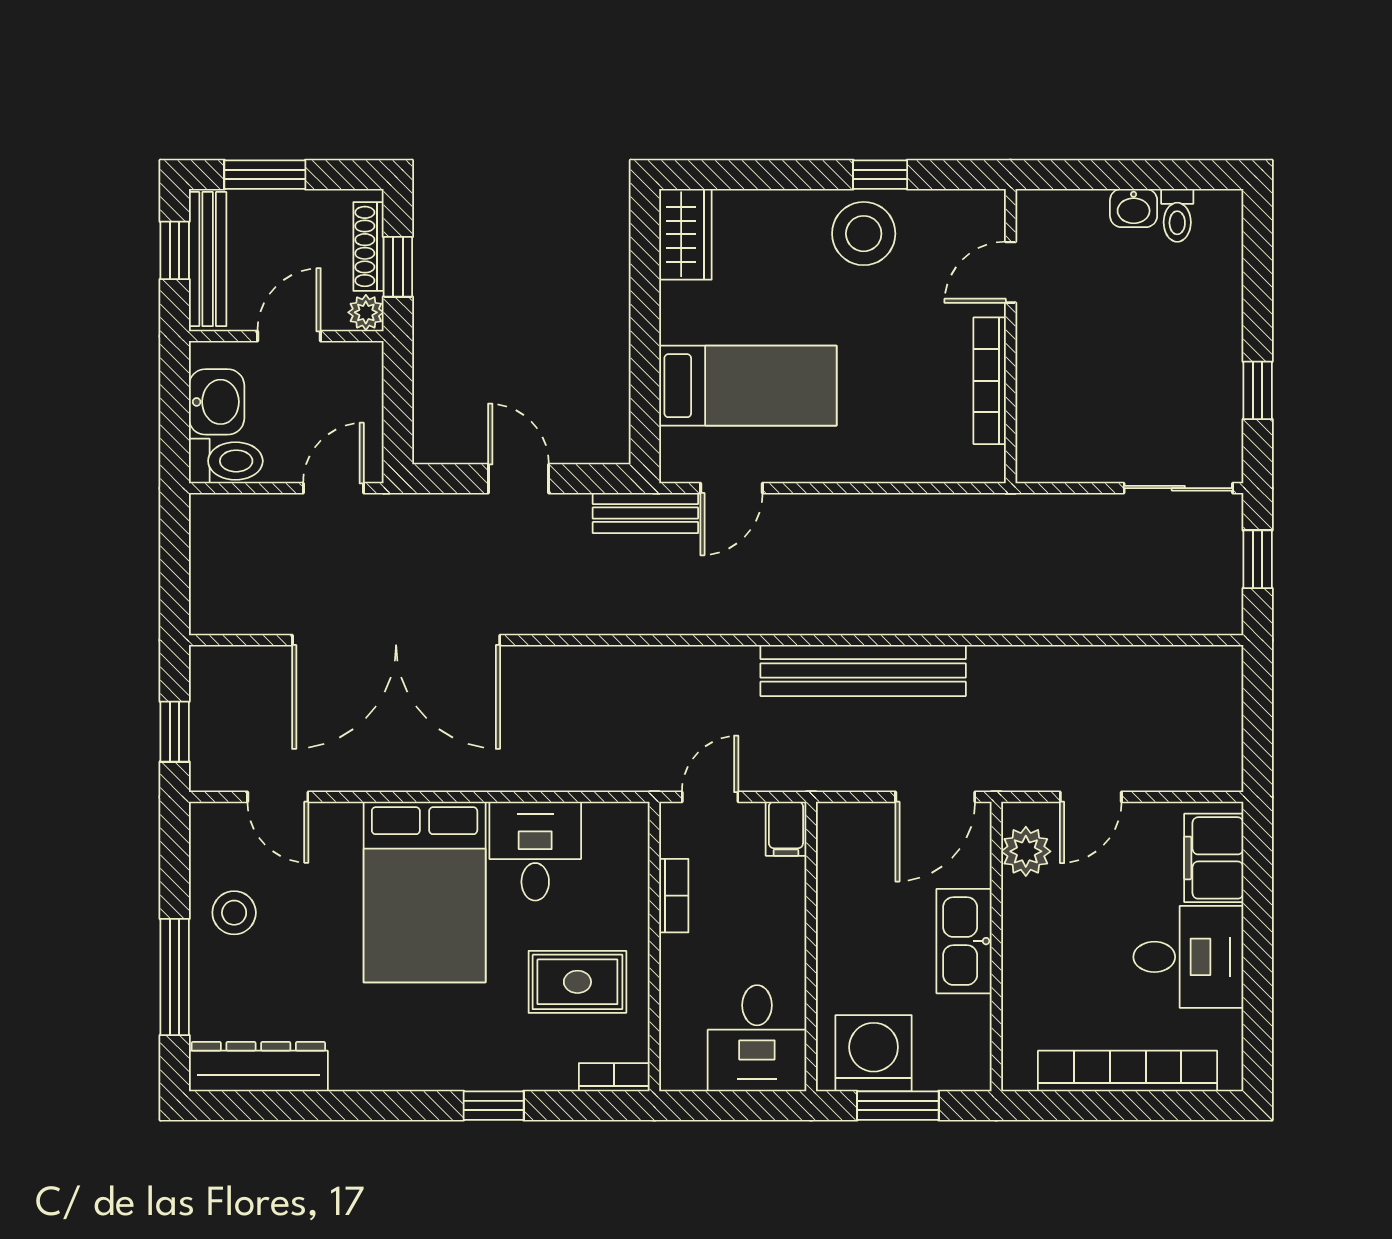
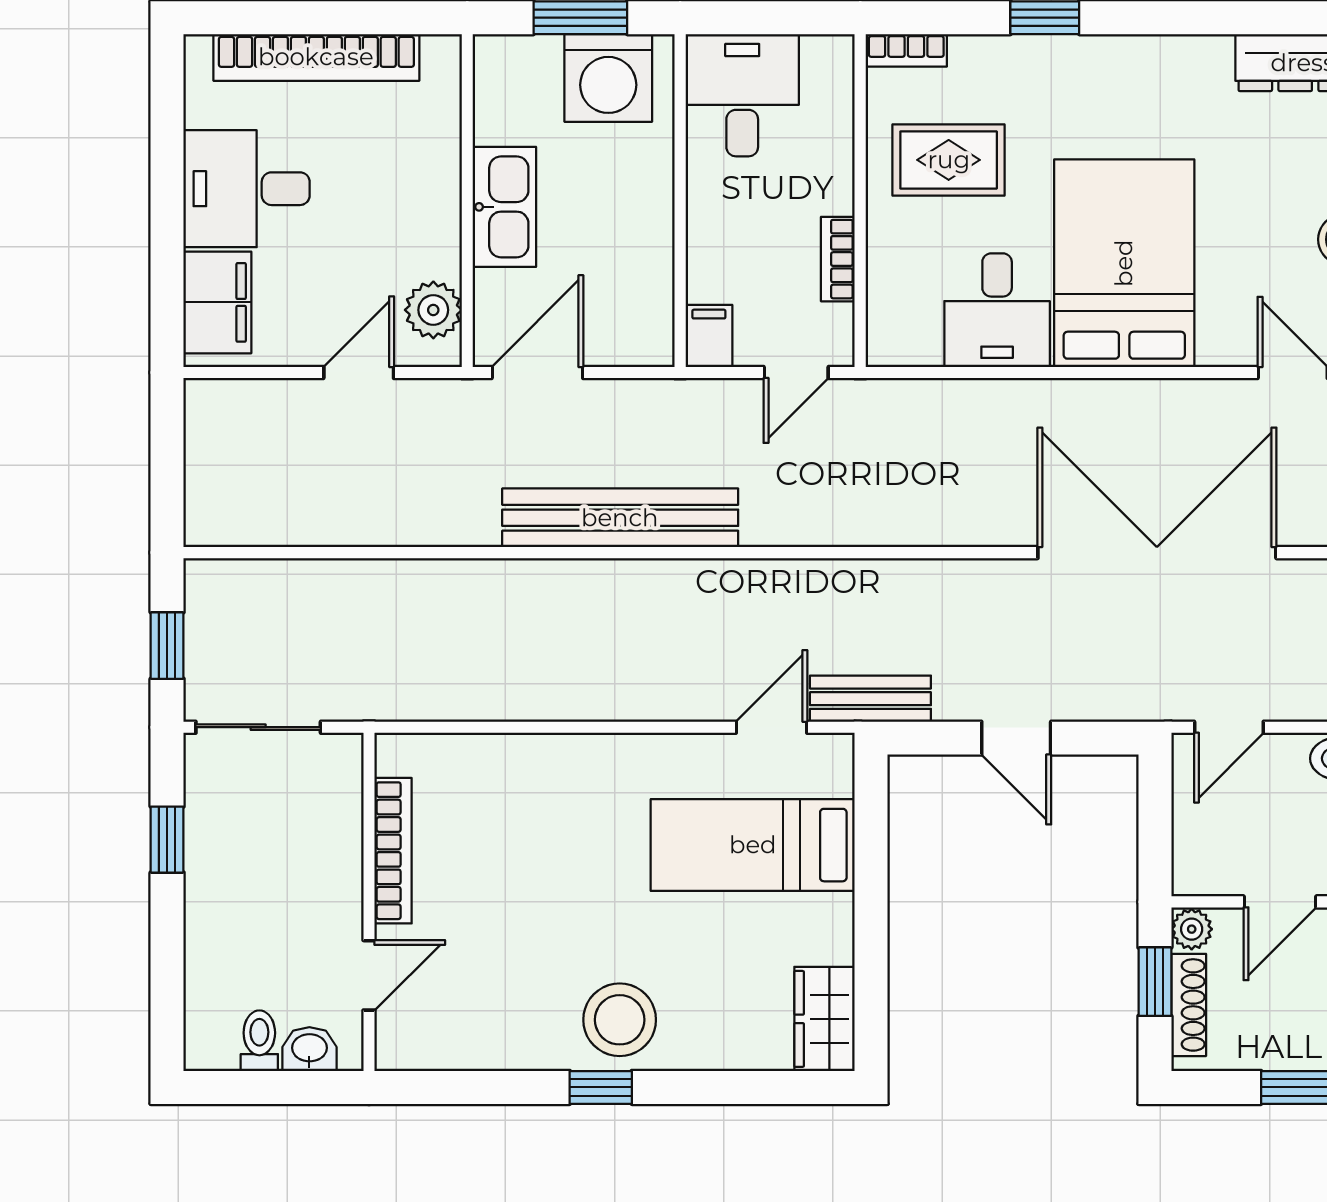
door: (1011, 272) -> (369, 975), moved
wall: (1011, 336) -> (369, 902), moved
bookcase: (990, 381) -> (393, 851), moved

